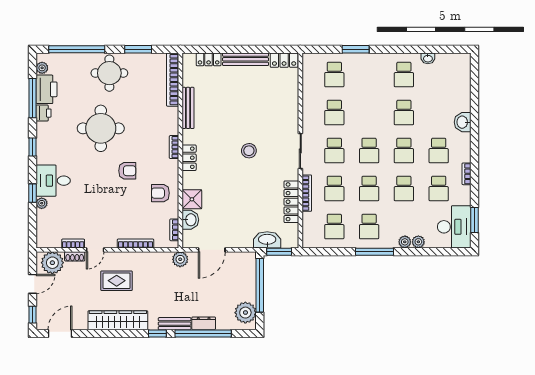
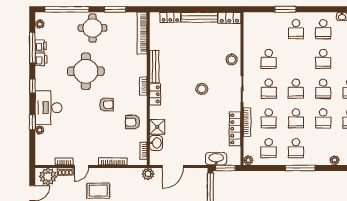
school desk: (334, 74) -> (296, 29), moved
printer: (46, 89) -> (41, 46), width x0.53, depth x0.68
bench: (188, 108) -> (154, 66), moved
stool: (287, 113) -> (232, 60), added
desk: (53, 181) -> (49, 108), width x1.37
plant: (405, 242) -> (248, 160), moved

